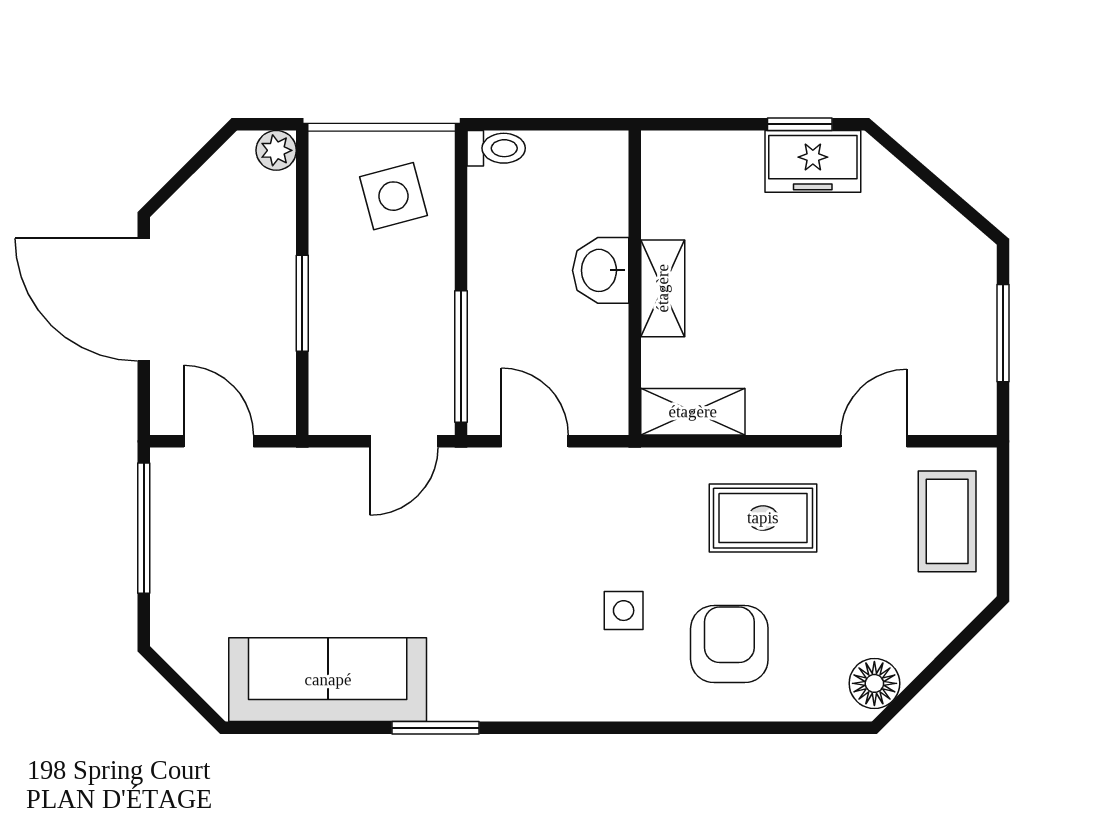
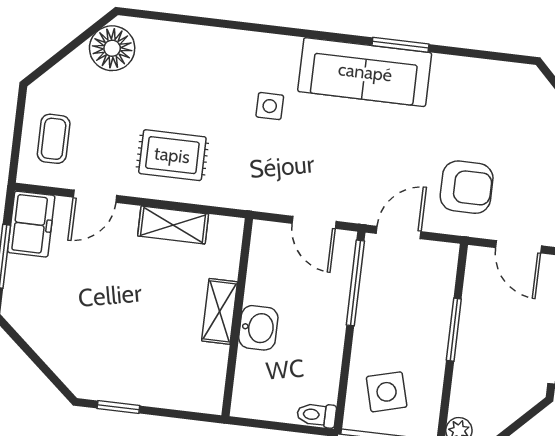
freezer: (813, 161) -> (31, 224), moved, turned 90
shelving: (693, 412) -> (173, 225), moved
coffee table: (947, 521) -> (54, 139), width x0.73, depth x0.77
armchair: (729, 644) -> (467, 187), moved, turned -90
sofa: (328, 680) -> (365, 72), moved
floor lamp: (874, 683) -> (112, 48), width x1.38, depth x1.38

